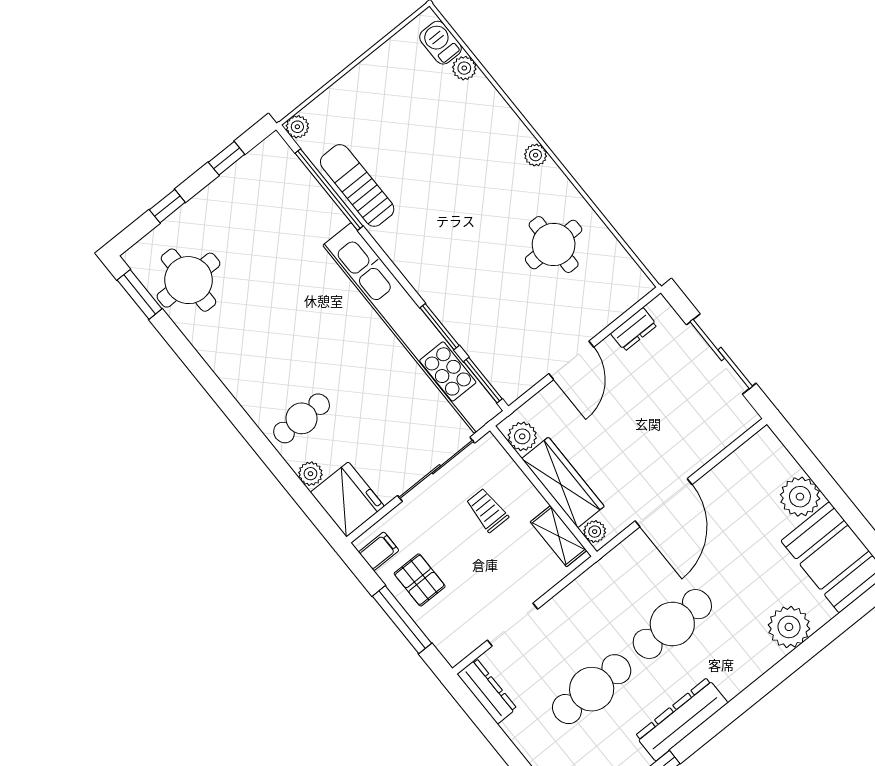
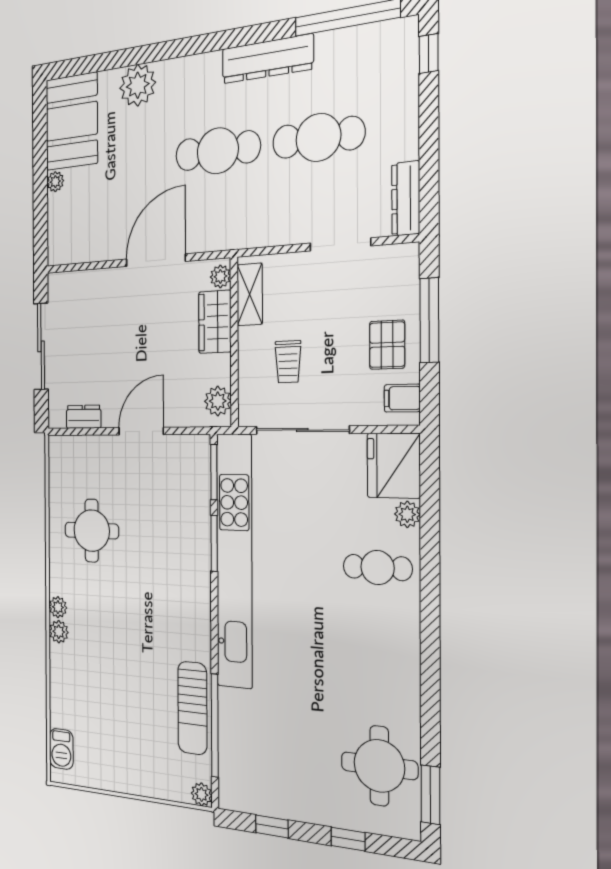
plant: (464, 68) -> (59, 632), moved
wardrobe: (563, 482) -> (215, 322), width x0.67
plant: (800, 497) -> (55, 182), width x0.53, depth x0.53

